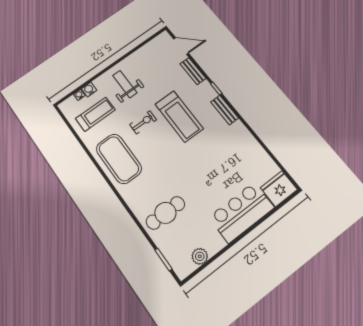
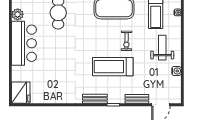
weight bench: (125, 84) -> (162, 48), turned -90
water cooler: (89, 89) -> (176, 71), moved
bar counter: (242, 212) -> (24, 43), moved

